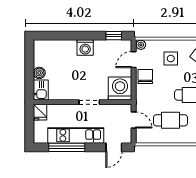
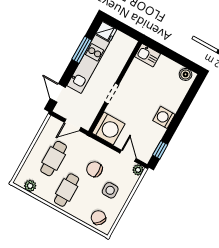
boiler: (39, 73) -> (185, 74), moved
chair: (145, 77) -> (94, 169), moved, turned 180
fridge: (40, 112) -> (106, 31), moved, turned 180
window: (67, 147) -> (82, 50), width x0.69

